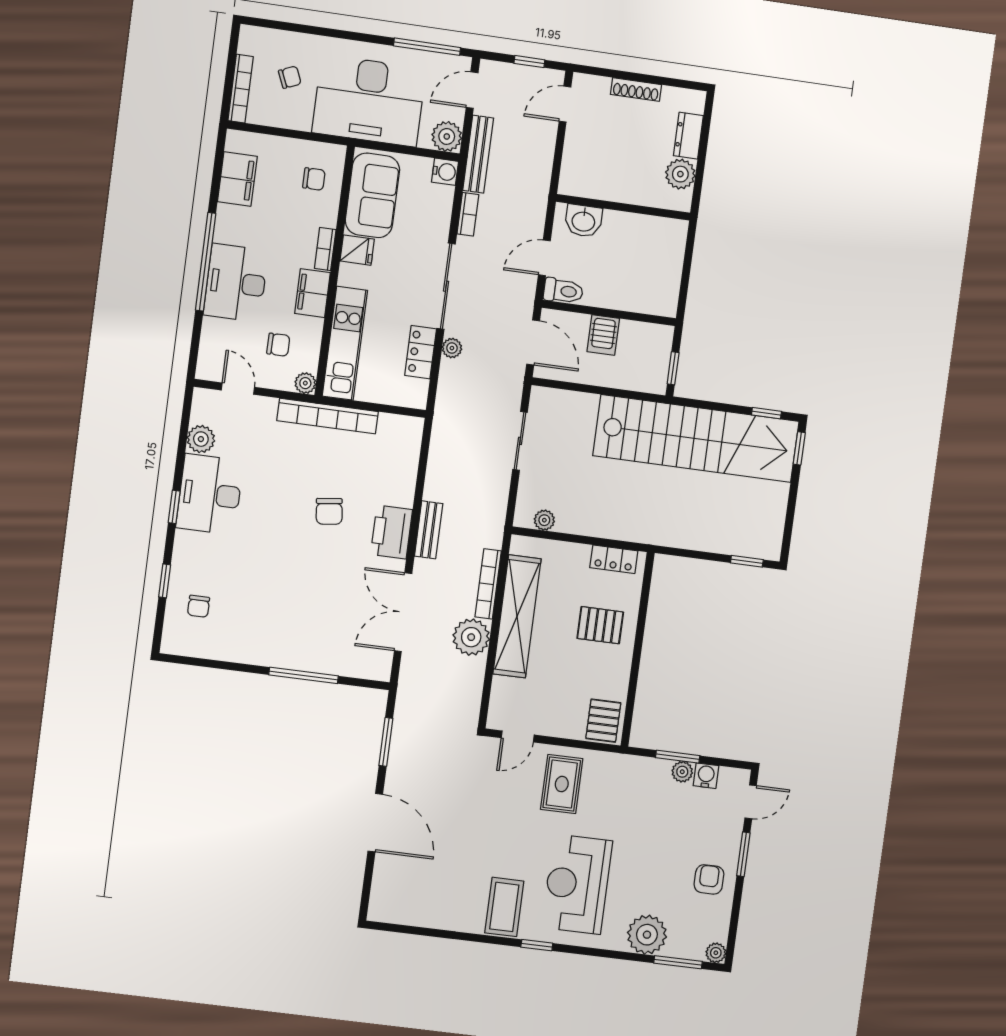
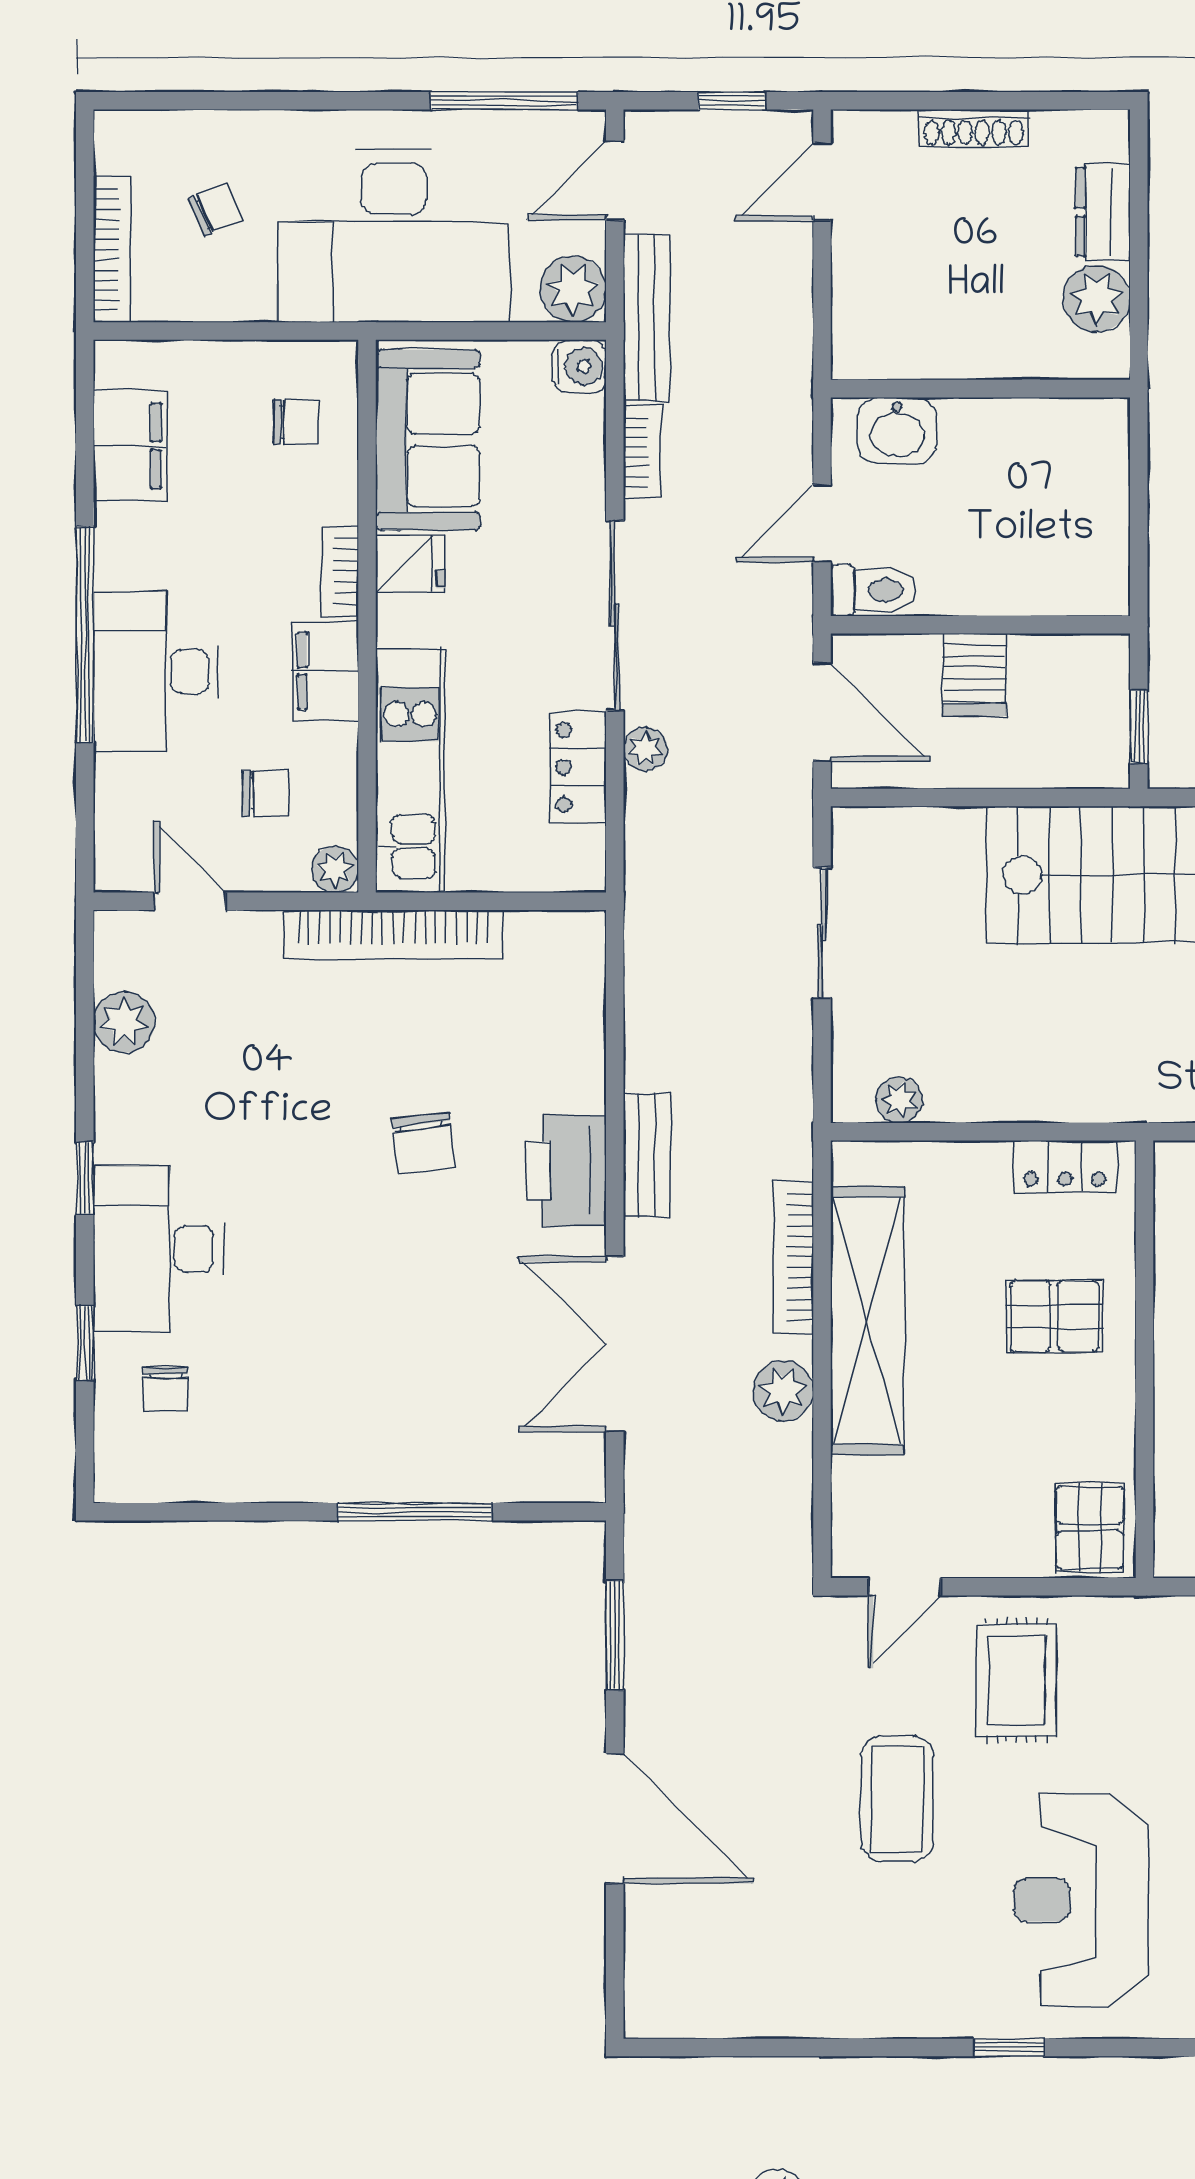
desk: (210, 494) -> (159, 1249), moved
plant: (471, 637) -> (783, 1391), width x0.73, depth x0.73
coffee table: (504, 907) -> (897, 1799), moved

